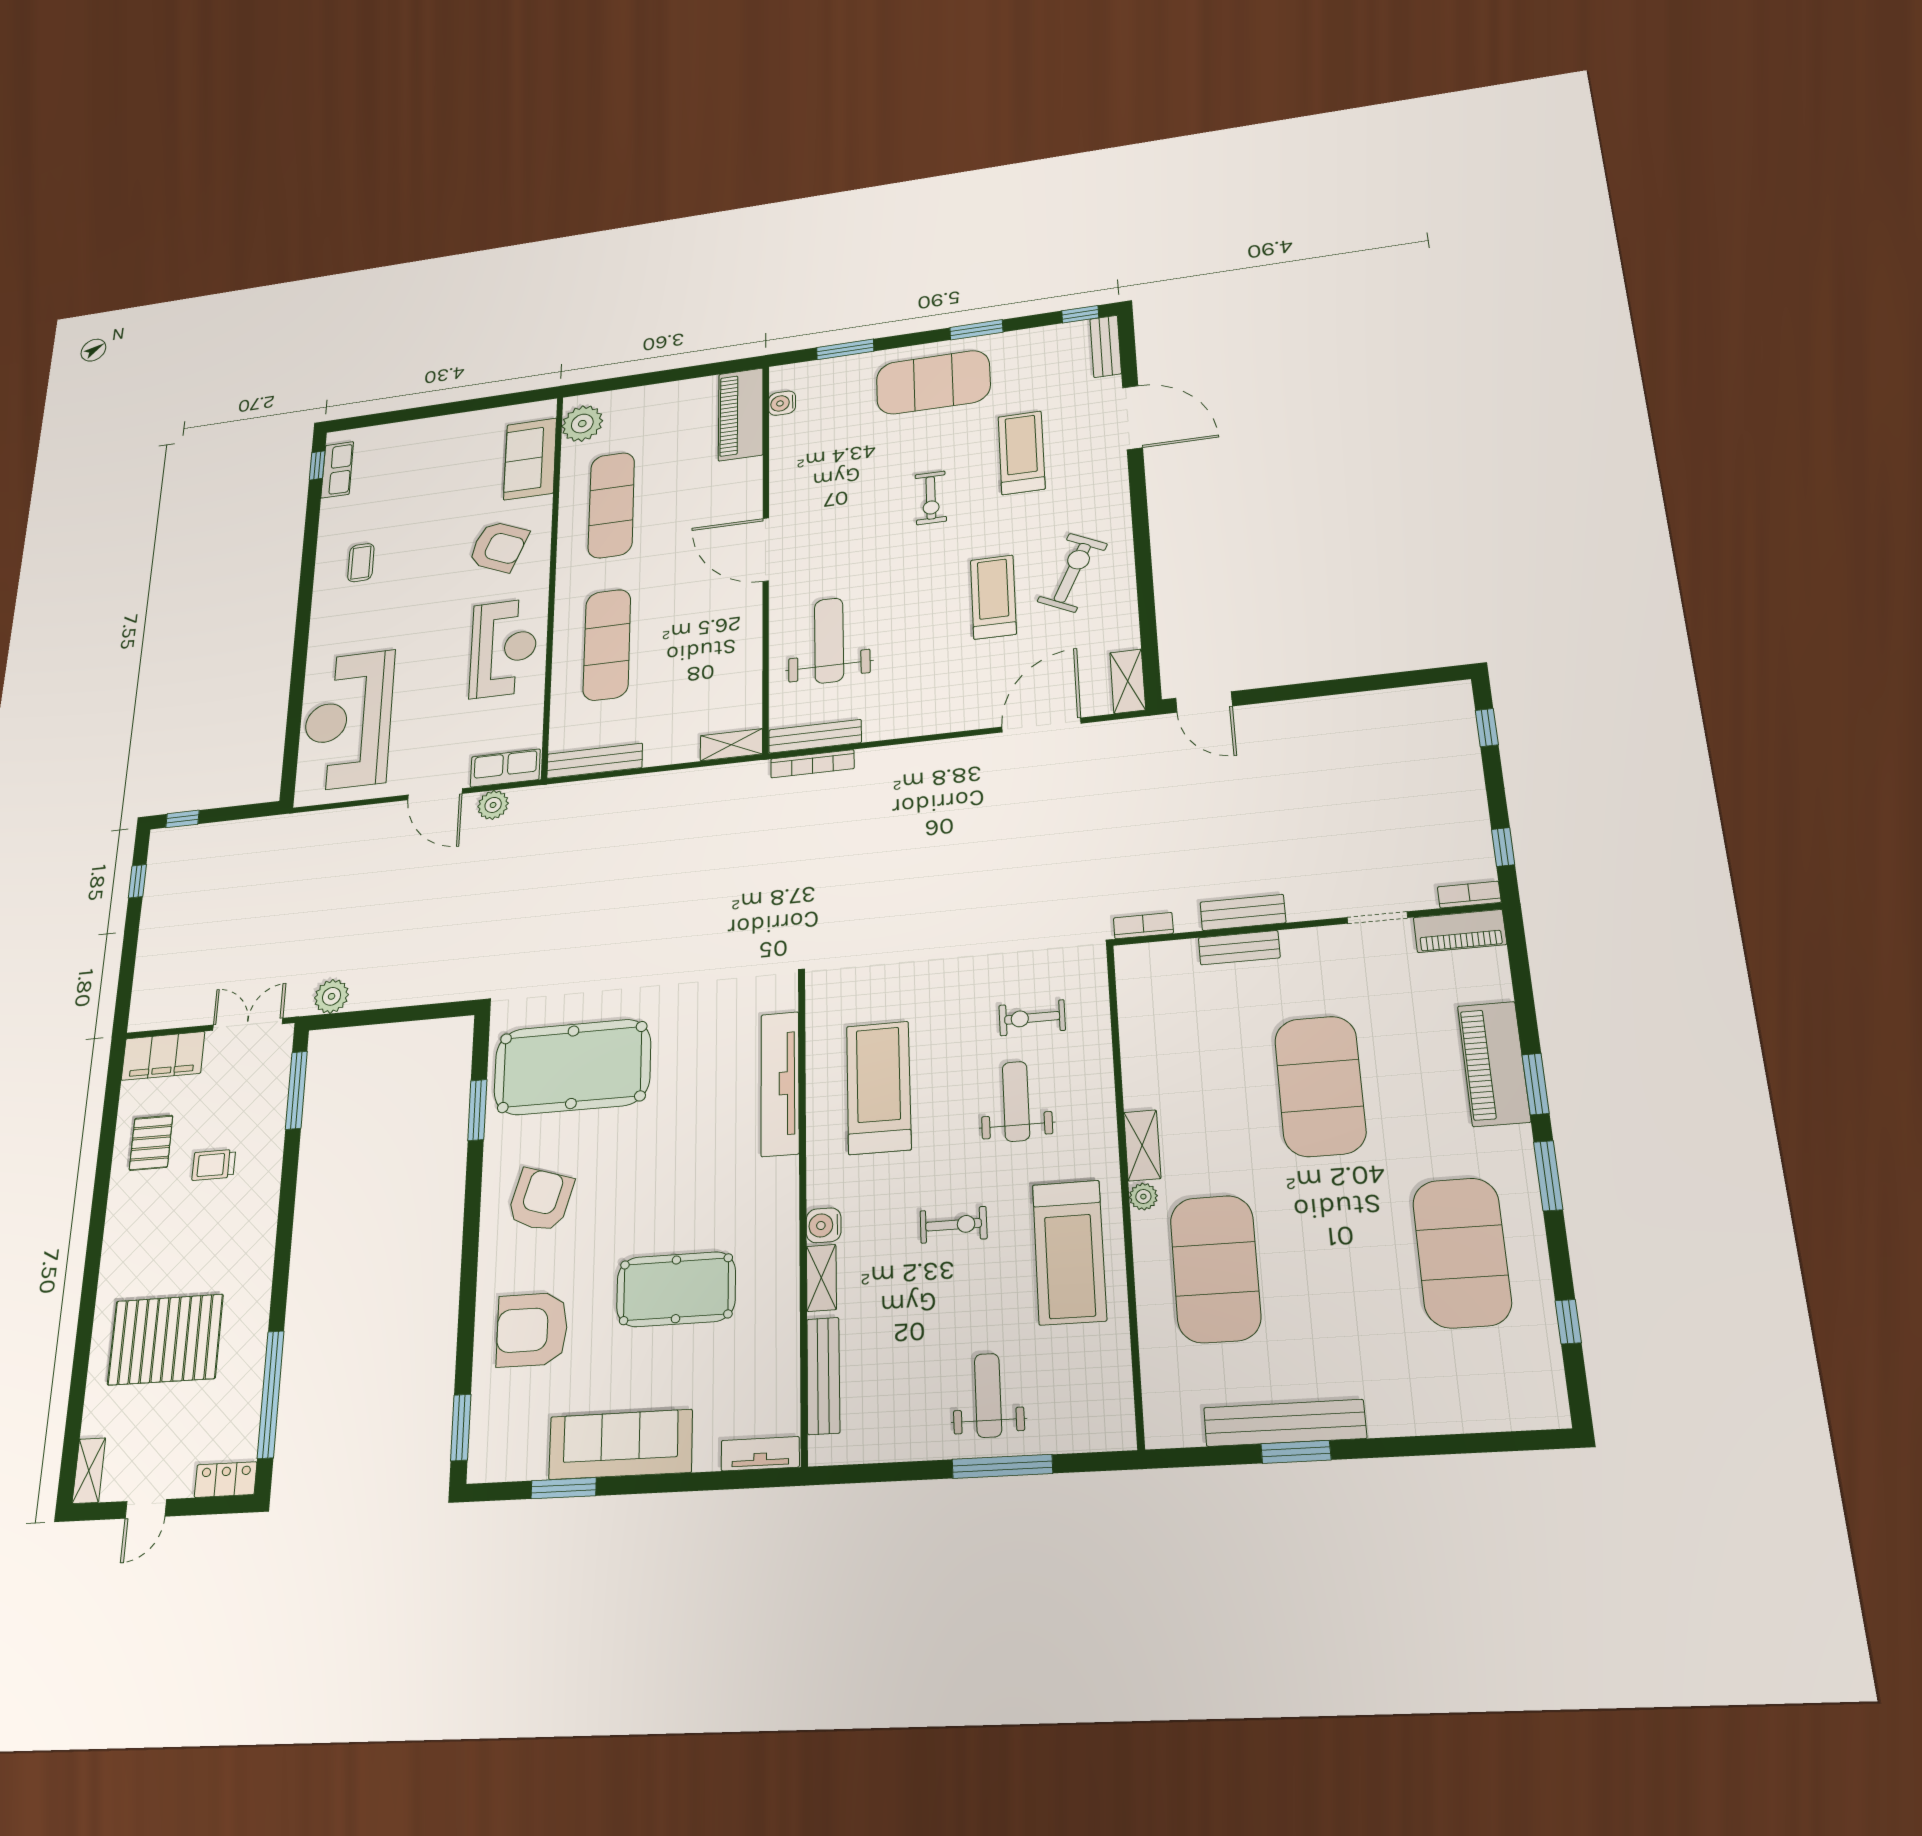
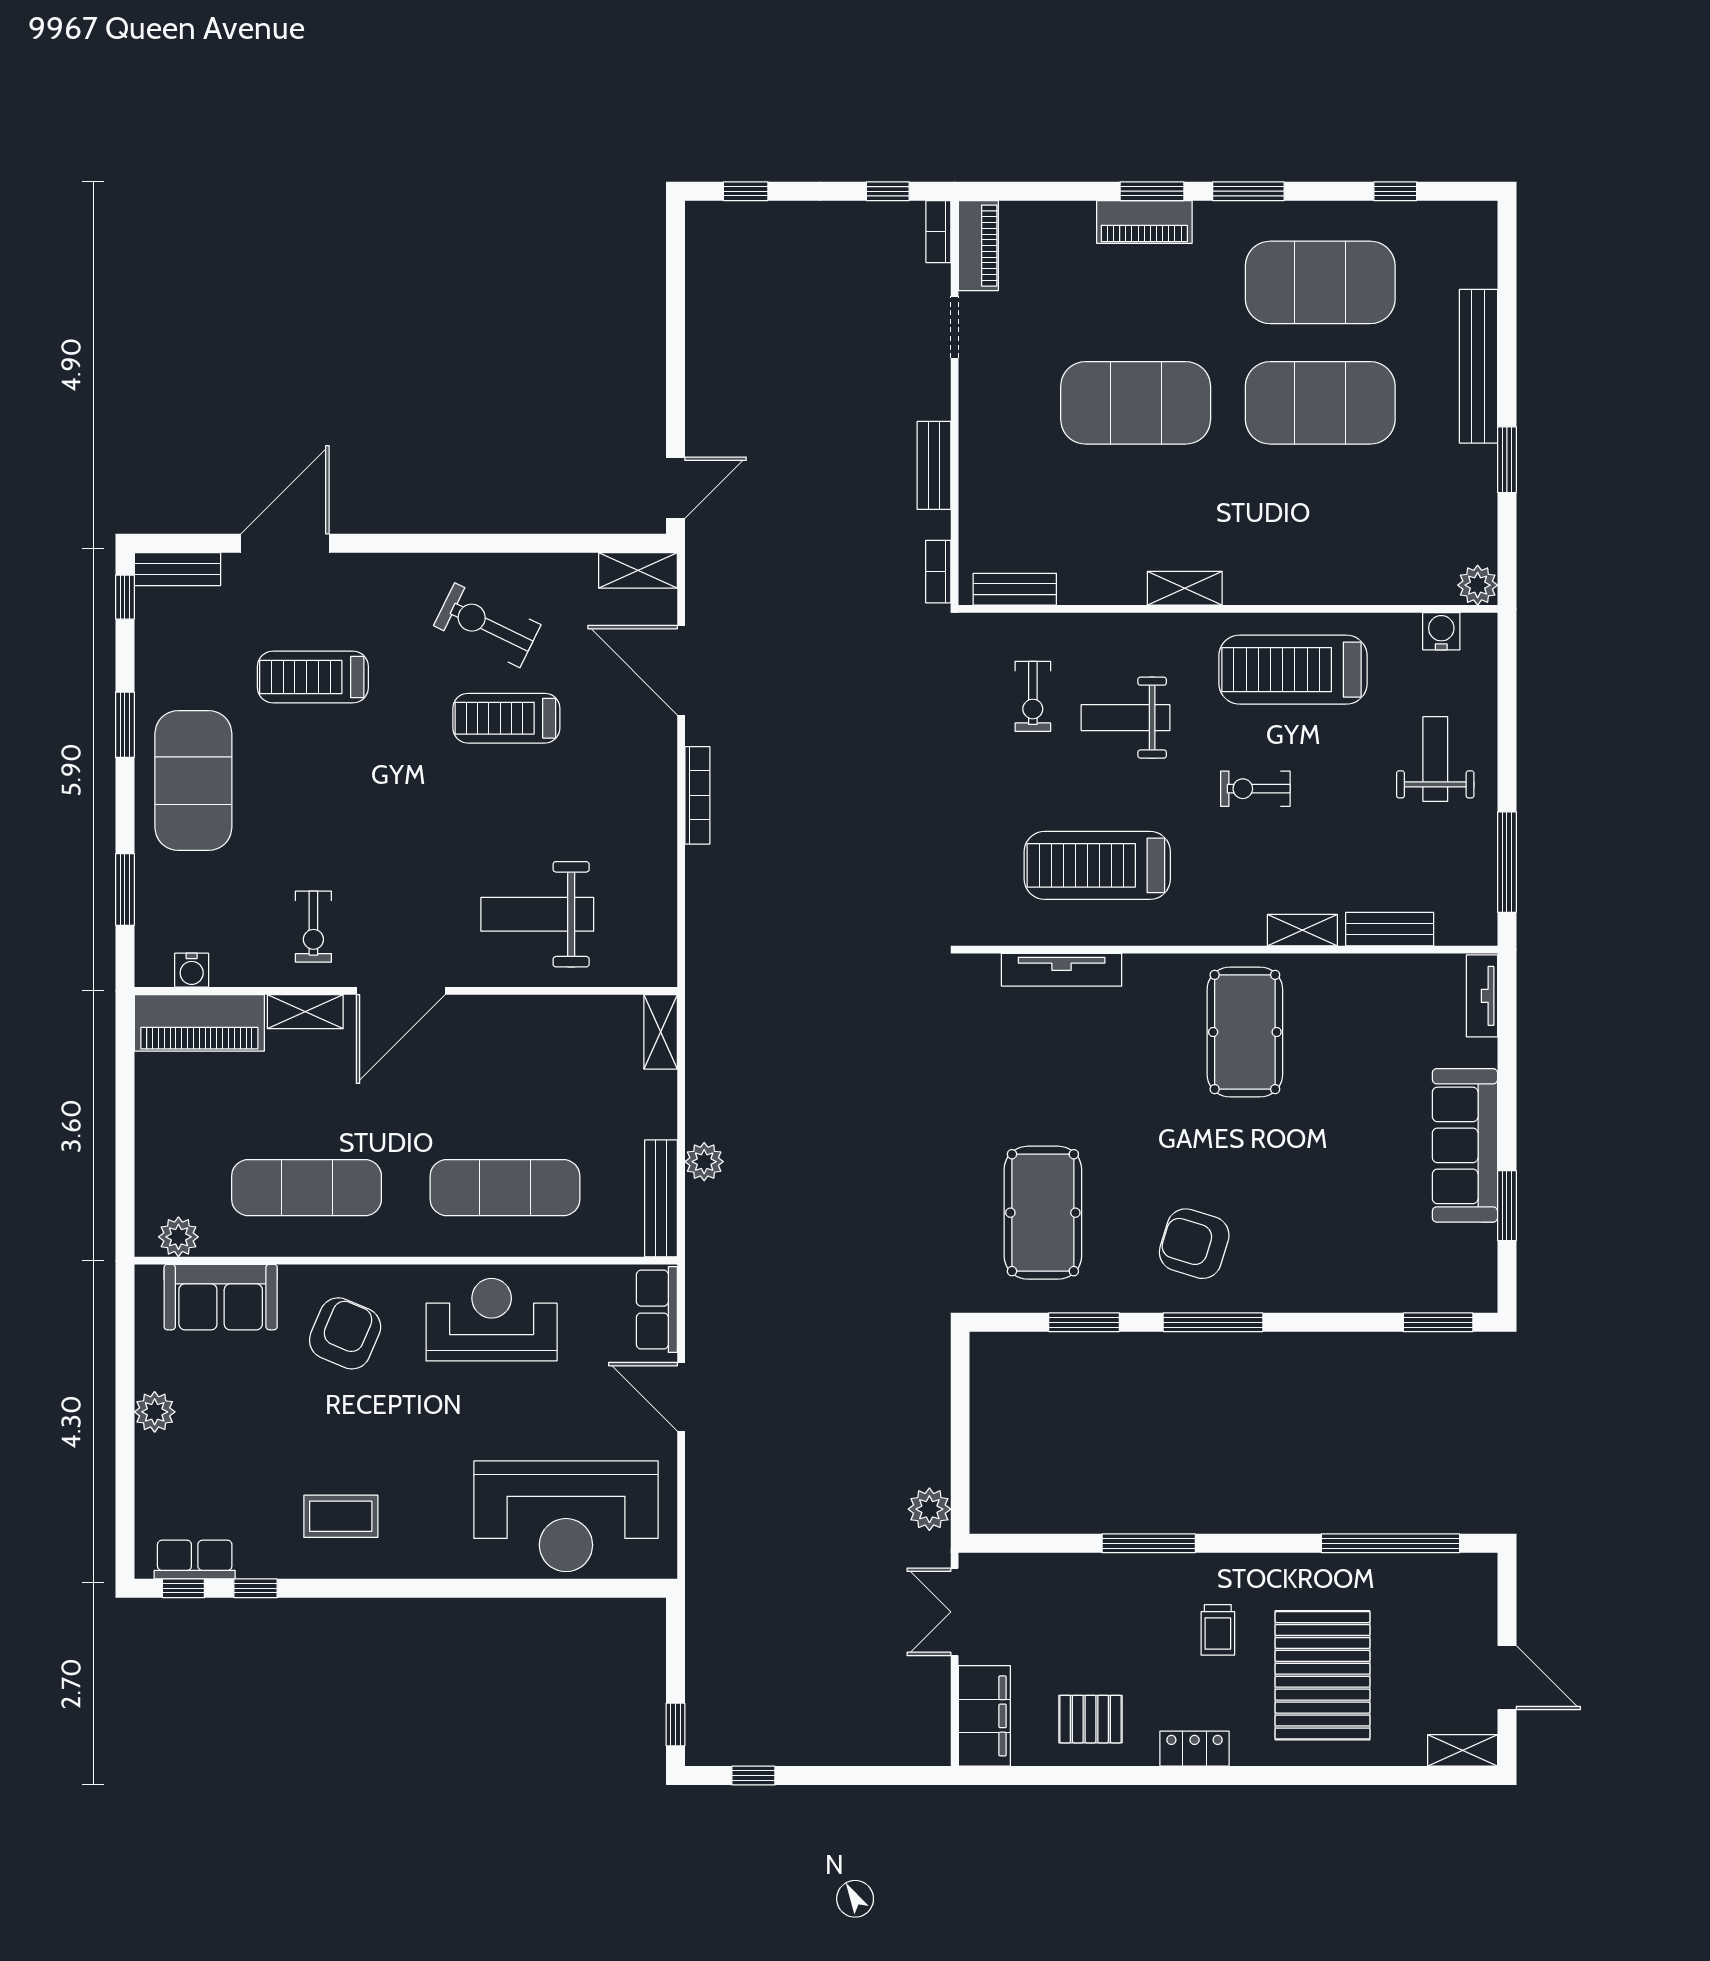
plant: (582, 424) -> (178, 1237), width x0.73, depth x0.73
plant: (447, 428) -> (155, 1412), added
shelving: (749, 485) -> (305, 1012), added
exercise bike: (931, 498) -> (313, 927), moved, turned 90
window: (313, 513) -> (256, 1588), added
coffee table: (361, 563) -> (341, 1516), width x1.36, depth x1.30
bench: (815, 736) -> (662, 932), removed
bookcase: (812, 764) -> (697, 795), moved
door: (435, 794) -> (681, 1397), swing flipped
plant: (493, 805) -> (704, 1162), moved
bench: (1239, 948) -> (1015, 589), moved, turned 90
piano: (1494, 1064) -> (1144, 222), width x0.73, depth x0.75
pool table: (572, 1067) -> (1043, 1213), width x0.73, depth x0.76
tv unit: (780, 1084) -> (1062, 970), width x0.73, depth x0.78
window: (296, 1090) -> (1149, 1543), moved
trolley: (214, 1165) -> (1218, 1630), moved
plant: (1143, 1197) -> (1478, 585), moved, width x1.38, depth x1.38
window: (471, 1222) -> (1213, 1322), added
water cooler: (824, 1225) -> (1441, 631), moved, turned 180
exercise bike: (953, 1225) -> (1255, 789), turned -90
treadmill: (1069, 1252) -> (1293, 670), turned 180
exercise mat: (1215, 1269) -> (1320, 403), moved
pool table: (676, 1289) -> (1245, 1032), moved
armchair: (532, 1330) -> (1338, 1247), removed
bench: (823, 1376) -> (1390, 929), width x0.73
weight bench: (988, 1395) -> (1435, 759), turned 90
bench: (1285, 1423) -> (1478, 366), moved
window: (1002, 1466) -> (1507, 862), moved
locker: (226, 1480) -> (1195, 1749), moved, turned 90
door: (146, 1509) -> (1507, 1678), width x1.38

